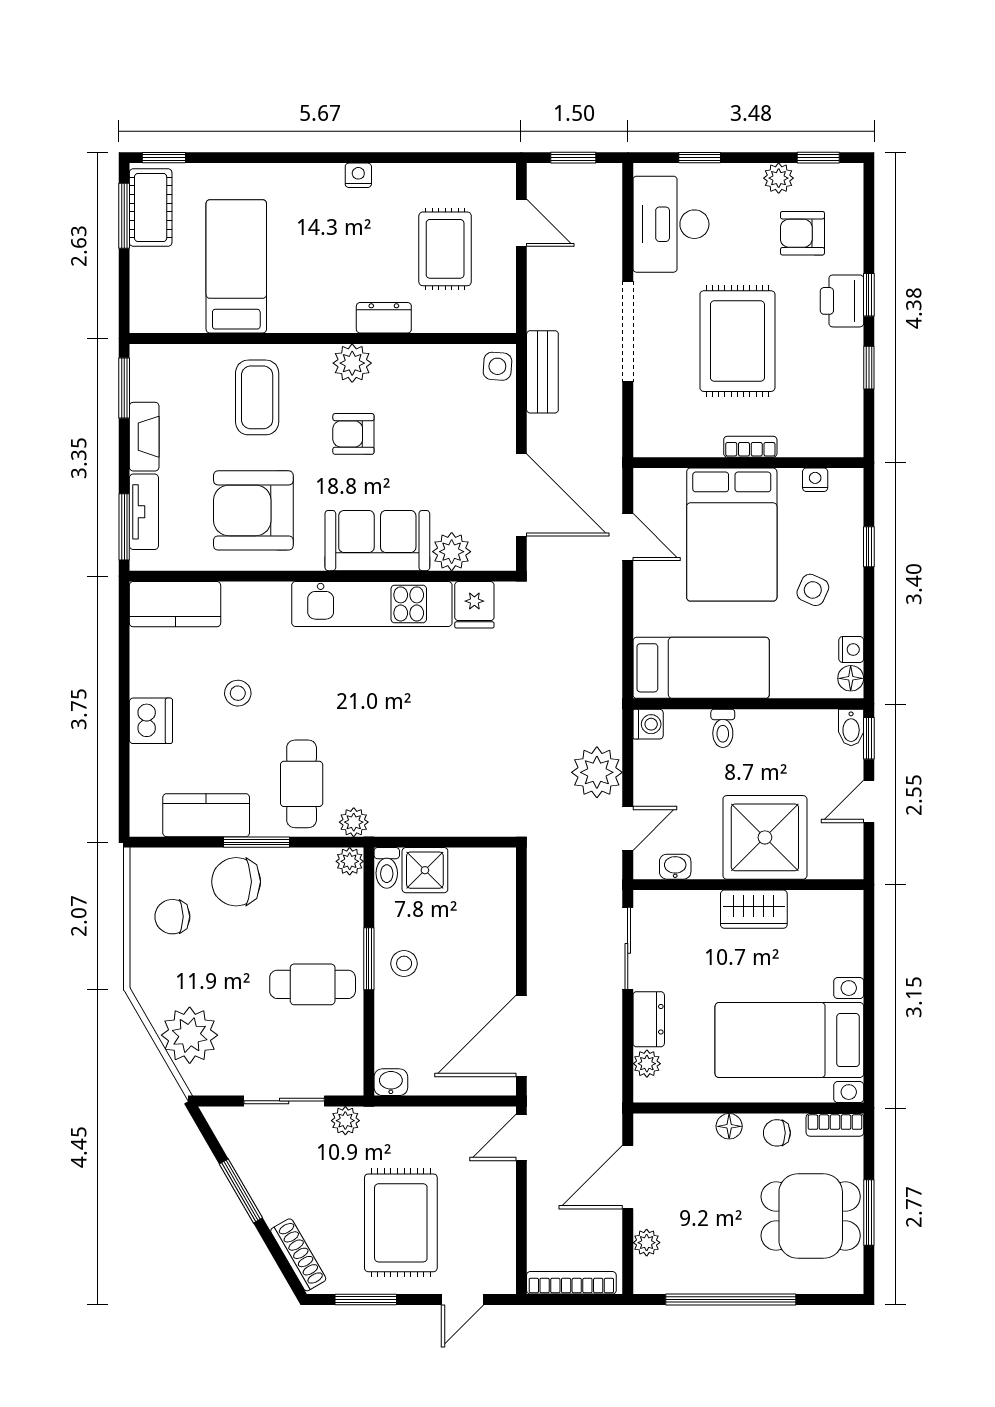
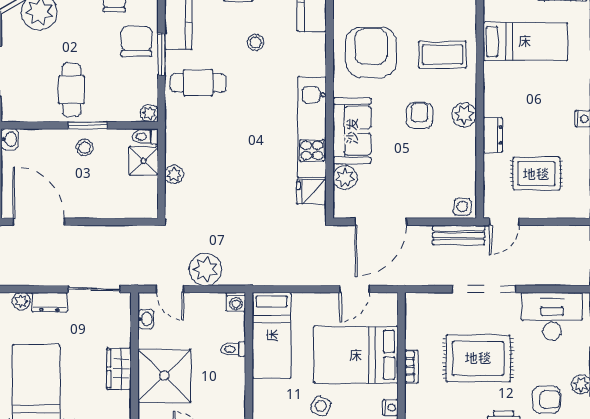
door: (521, 223) -> (504, 222), moved
armchair: (802, 233) -> (546, 399), turned 90
plant: (354, 822) -> (174, 174), moved

